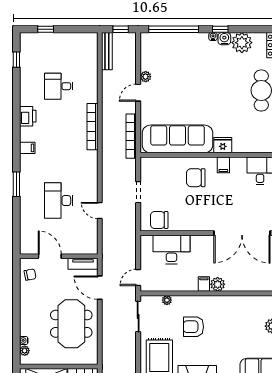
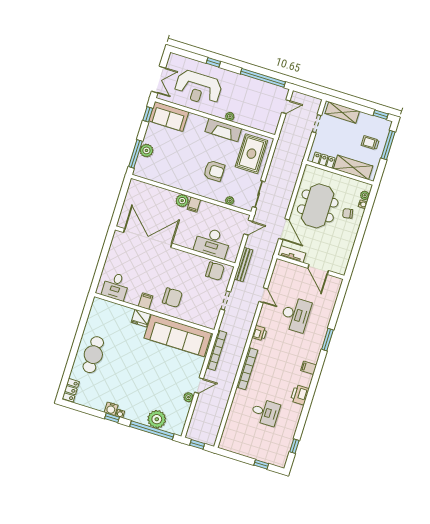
plant: (242, 43) -> (157, 419), moved
bench: (107, 51) -> (243, 265), moved
printer: (91, 169) -> (260, 333), added
chair: (30, 275) -> (348, 213), moved

